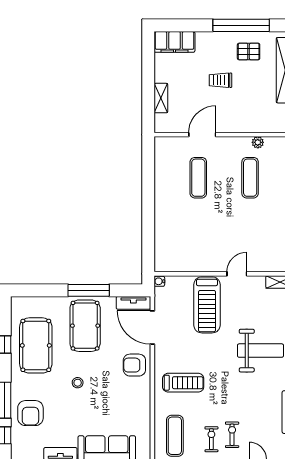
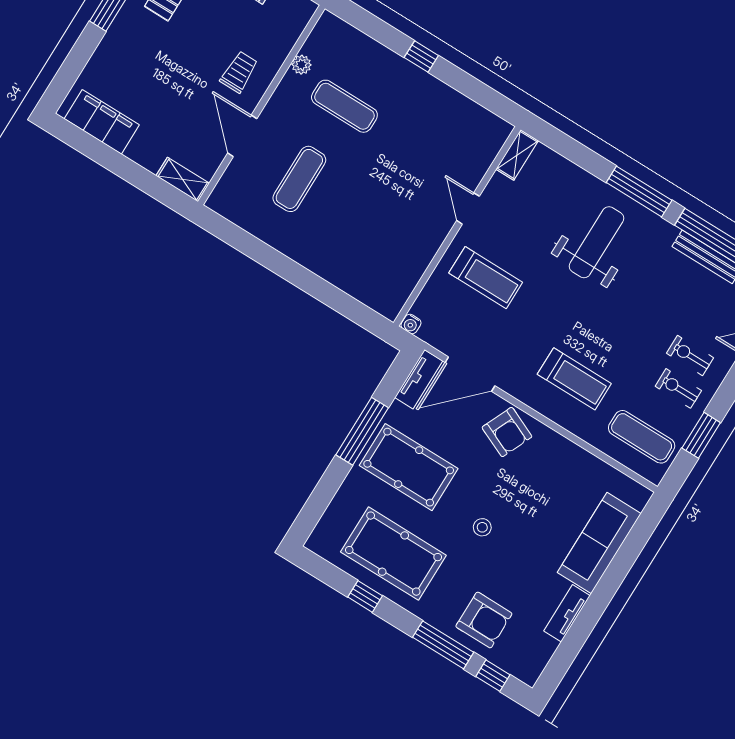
filing cabinet: (175, 42) -> (102, 122), moved, turned -90
trolley: (220, 80) -> (239, 72), moved, turned 180
shelving: (161, 98) -> (183, 179), moved
exercise mat: (198, 178) -> (299, 179), turned 90
treadmill: (207, 305) -> (486, 278), width x0.73, depth x0.73
armchair: (134, 365) -> (507, 432), turned -66
treadmill: (183, 383) -> (574, 379), turned 90

